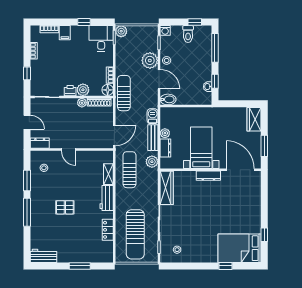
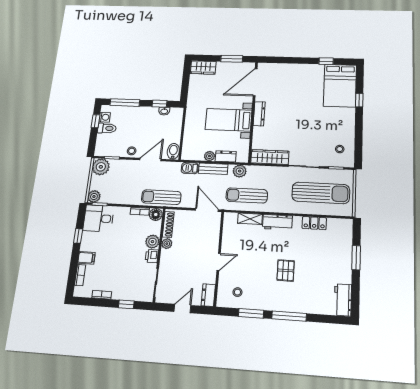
washing machine: (165, 30) -> (105, 117), moved
plant: (150, 60) -> (101, 167), moved

